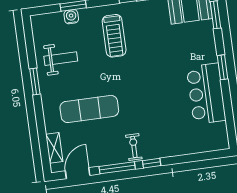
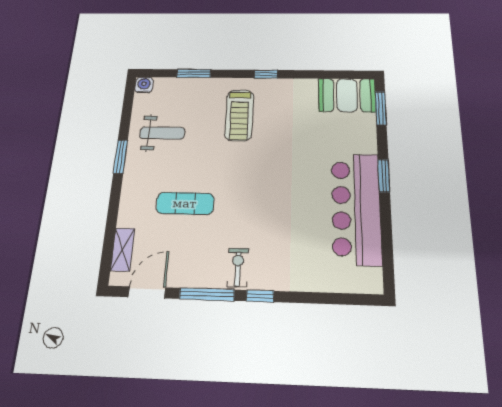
water cooler: (71, 17) -> (144, 85), moved
bar counter: (206, 94) -> (356, 208), width x1.36
exercise mat: (89, 109) -> (185, 203), width x0.73, depth x0.69

